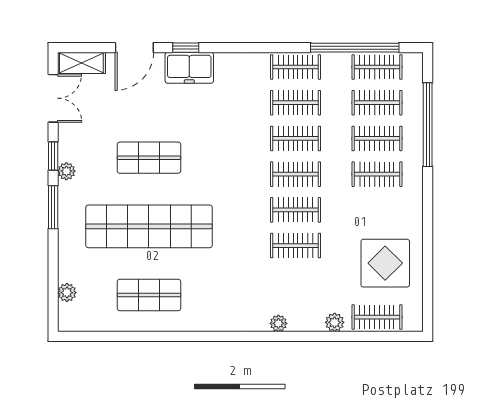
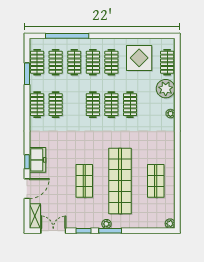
door: (134, 48) -> (27, 189), hinge flipped
window: (355, 48) -> (27, 74), width x0.47
clothes rail: (296, 138) -> (111, 62), moved
plant: (66, 171) -> (106, 224), moved
plant: (67, 293) -> (170, 224), moved
plant: (335, 322) -> (166, 89), width x1.88, depth x1.88

